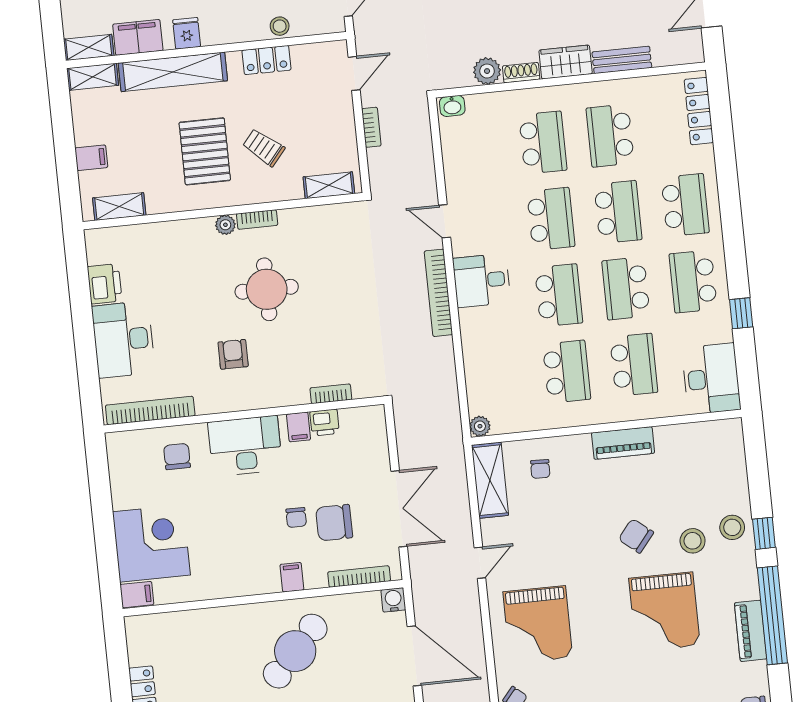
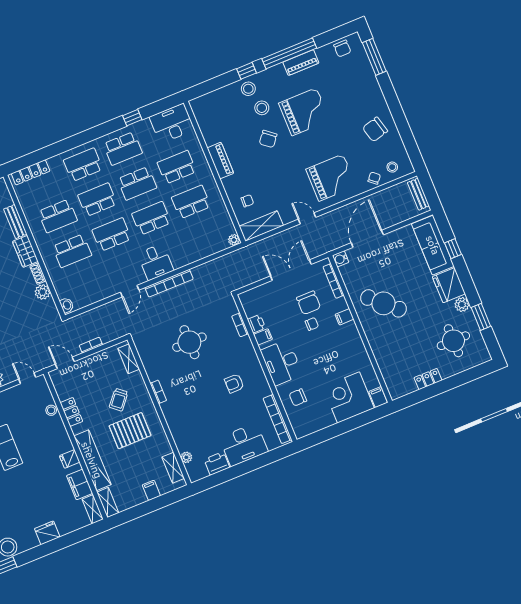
school desk: (543, 143) -> (72, 251), turned 180
plant: (225, 225) -> (186, 457), moved
round table: (267, 289) -> (189, 342), moved

